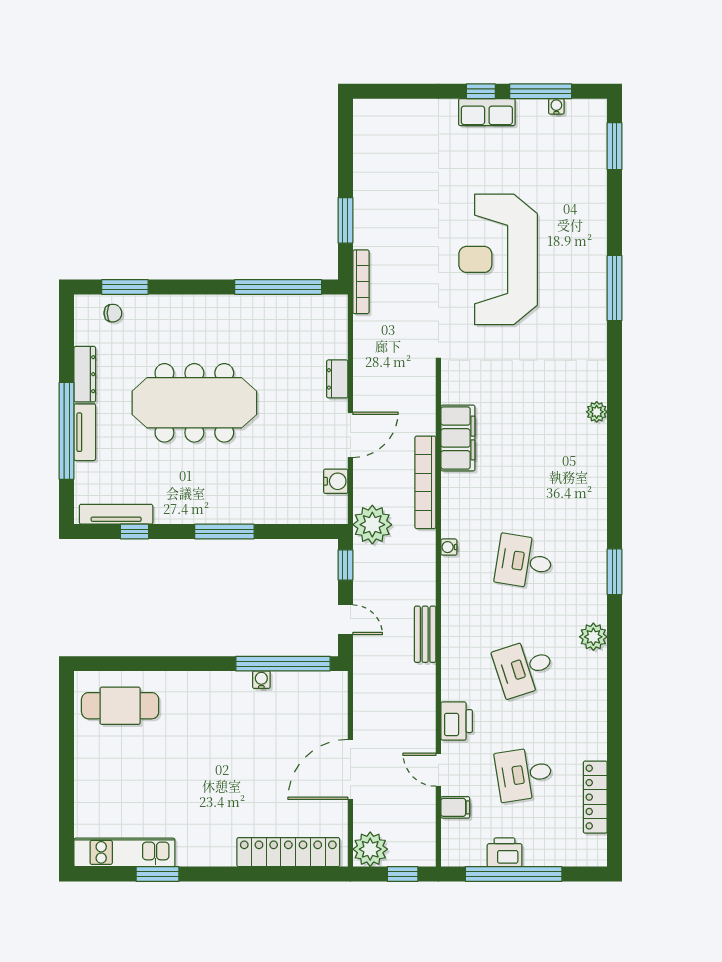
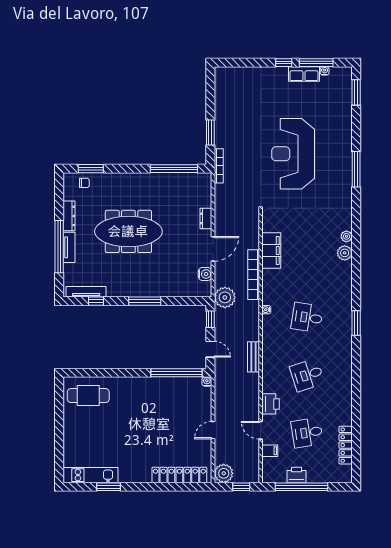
row of seats: (487, 112) -> (304, 74), moved
plant: (593, 637) -> (345, 253), moved
water cooler: (261, 680) -> (207, 382), moved
door: (350, 769) -> (213, 430), width x0.53

